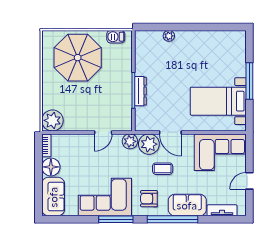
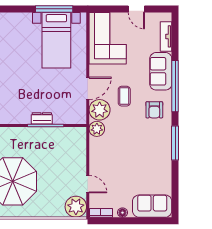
window: (249, 81) -> (54, 9), moved
dresser: (140, 91) -> (42, 118), width x0.70
door: (103, 132) -> (88, 184), moved
floor lamp: (51, 167) -> (122, 213), width x0.53, depth x0.53
corner sofa: (105, 197) -> (153, 154), removed

